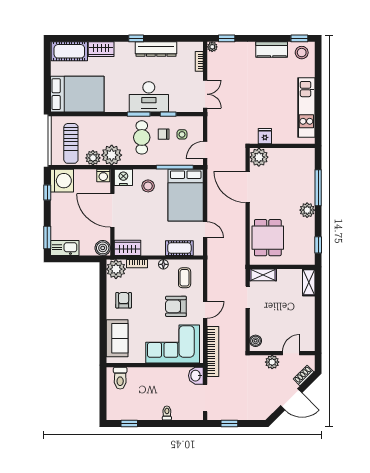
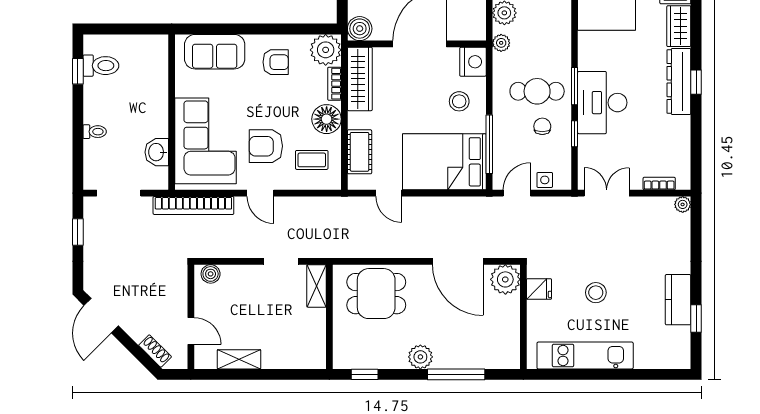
window: (227, 38) -> (696, 228), removed
window: (299, 38) -> (696, 319), moved
dresser: (156, 49) -> (679, 82), moved
stool: (302, 53) -> (596, 293), moved
double door: (205, 94) -> (607, 193), swing flipped
side table: (182, 134) -> (545, 180), moved
door: (205, 150) -> (517, 193), hinge flipped
plant: (112, 155) -> (501, 43), width x0.53, depth x0.53
washing machine: (103, 176) -> (476, 29), removed
door: (248, 187) -> (458, 261), swing flipped
door: (205, 230) -> (389, 193), hinge flipped
wardrobe: (127, 248) -> (360, 79), width x1.50
floor lamp: (163, 264) -> (327, 119), width x1.89, depth x1.89
shelving: (309, 282) -> (239, 359), moved
armchair: (176, 306) -> (266, 146), turned -90
plant: (272, 362) -> (176, 301), removed
washbasin: (196, 376) -> (157, 152), moved, turned -90
toilet: (120, 378) -> (101, 66), moved, turned 180
door: (291, 399) -> (101, 316), moved

